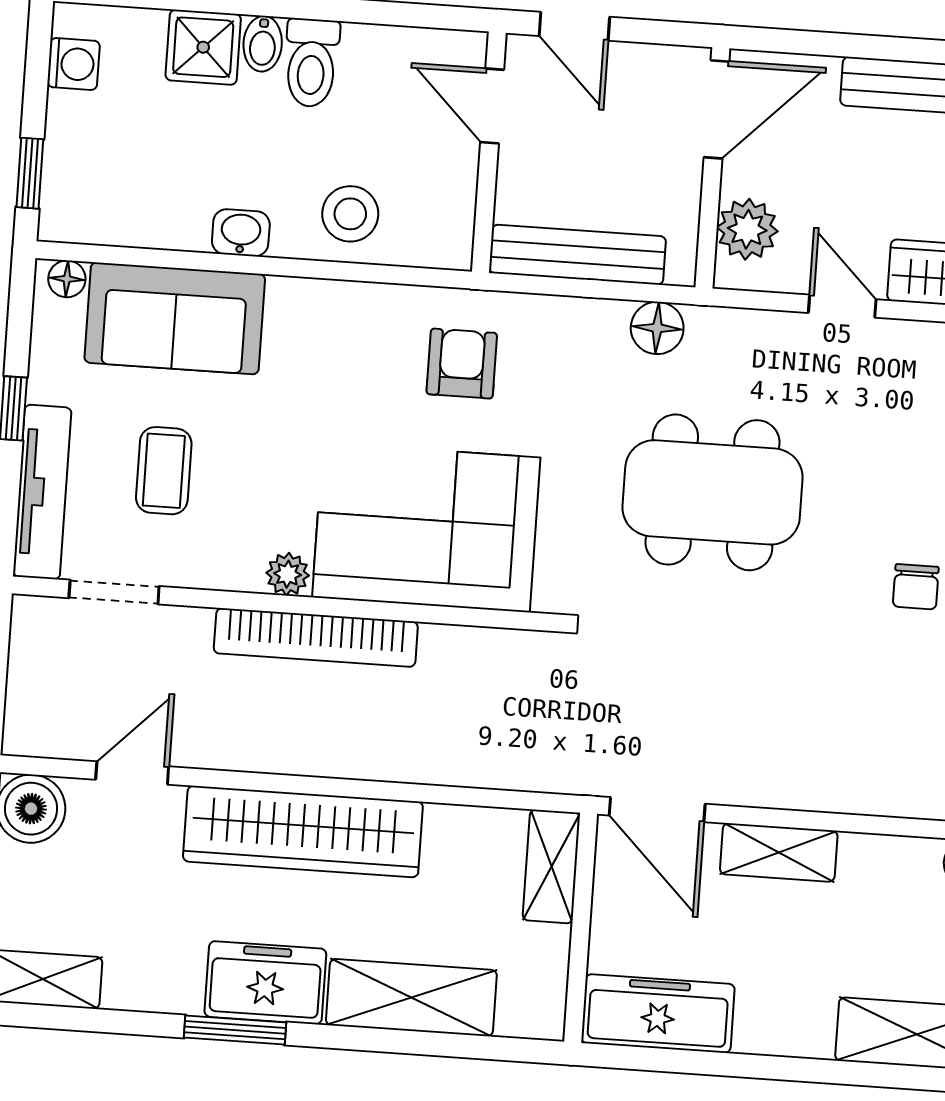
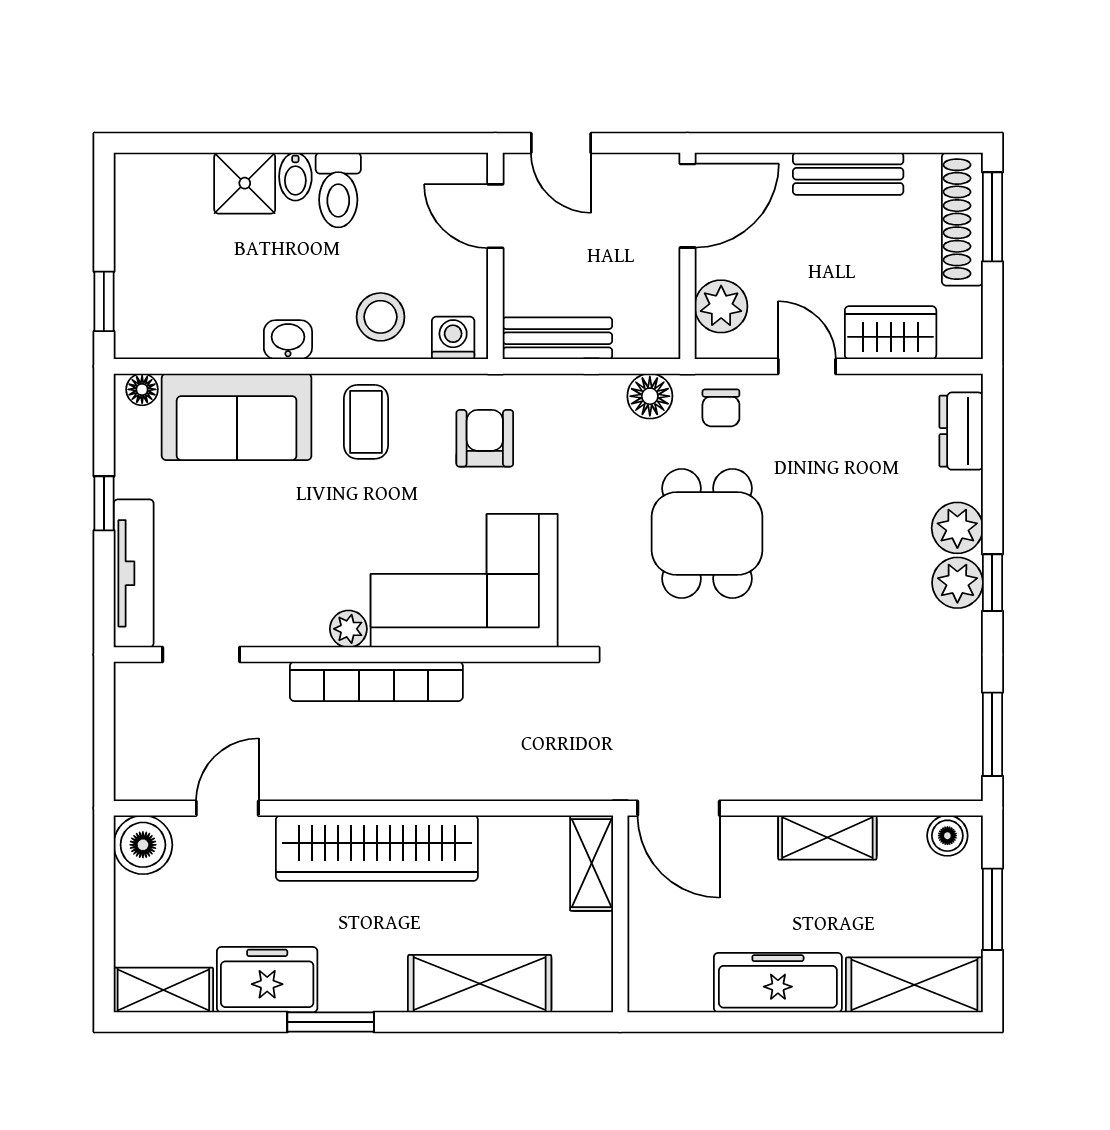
washing machine: (74, 64) -> (453, 338), moved, turned -90
bench: (578, 255) -> (557, 338), width x0.73
coffee table: (164, 471) -> (366, 422), moved
dining table: (713, 492) -> (707, 534), width x0.73
chair: (916, 587) -> (721, 408), moved
shelving: (779, 852) -> (827, 838), moved
freezer: (265, 983) -> (267, 980), moved
freezer: (658, 1014) -> (778, 983), moved

